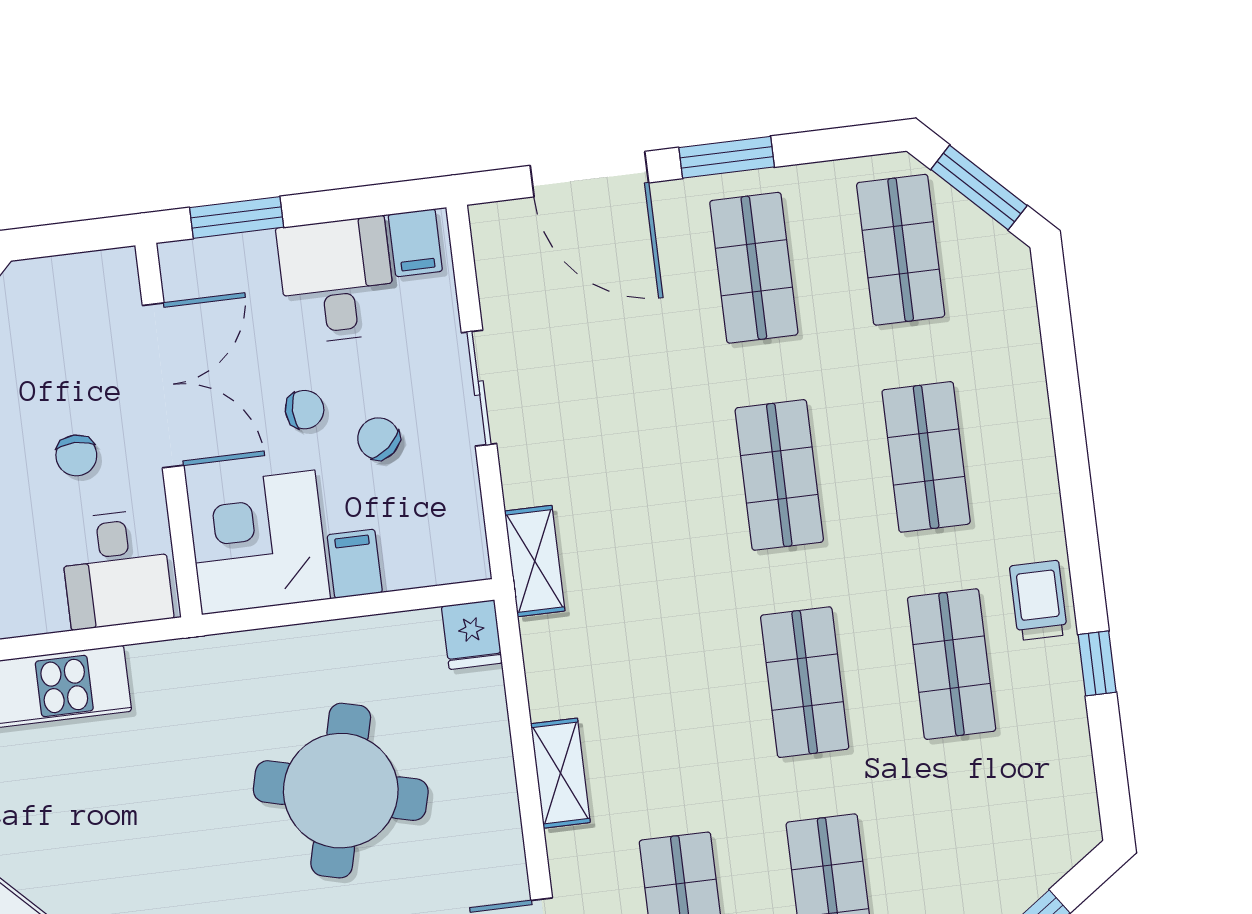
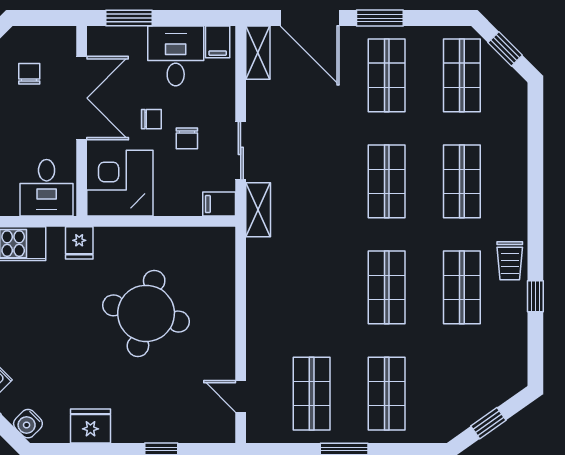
window: (979, 187) -> (505, 49), width x0.67
sliding door: (479, 388) -> (241, 151), moved
chair: (379, 439) -> (187, 138), turned -140
chair: (76, 455) -> (29, 74), moved, turned 180
filing cabinet: (355, 564) -> (219, 204), moved, turned -90
trolley: (1038, 600) -> (510, 261), turned 180
fridge: (472, 635) -> (79, 243), moved
shelving: (560, 773) -> (258, 53), moved

